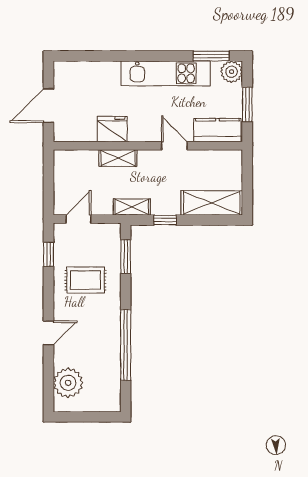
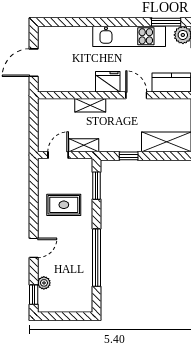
fridge: (112, 129) -> (108, 82), moved
shelving: (132, 207) -> (84, 145), moved
window: (48, 254) -> (34, 295), moved
plant: (68, 383) -> (44, 283), width x0.53, depth x0.53

